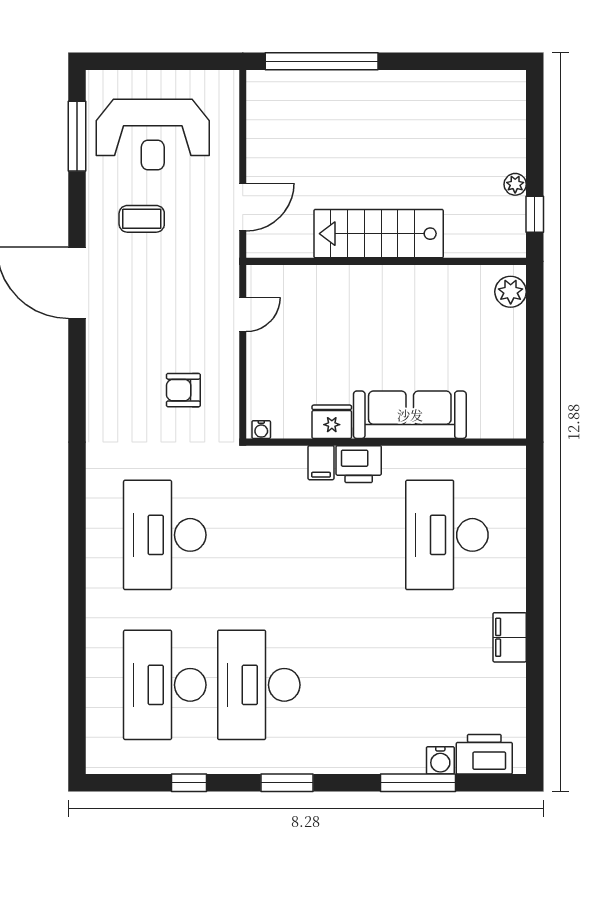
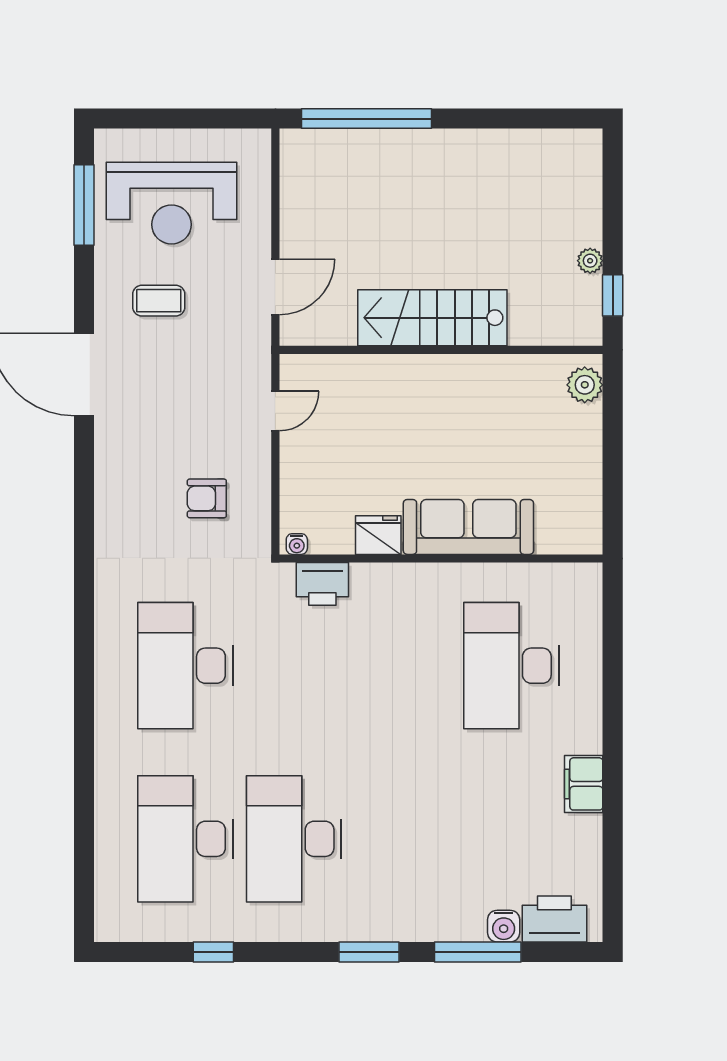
filing cabinet: (321, 463) -> (366, 582), removed
printer: (359, 464) -> (322, 584), moved
window: (287, 783) -> (369, 952), moved

